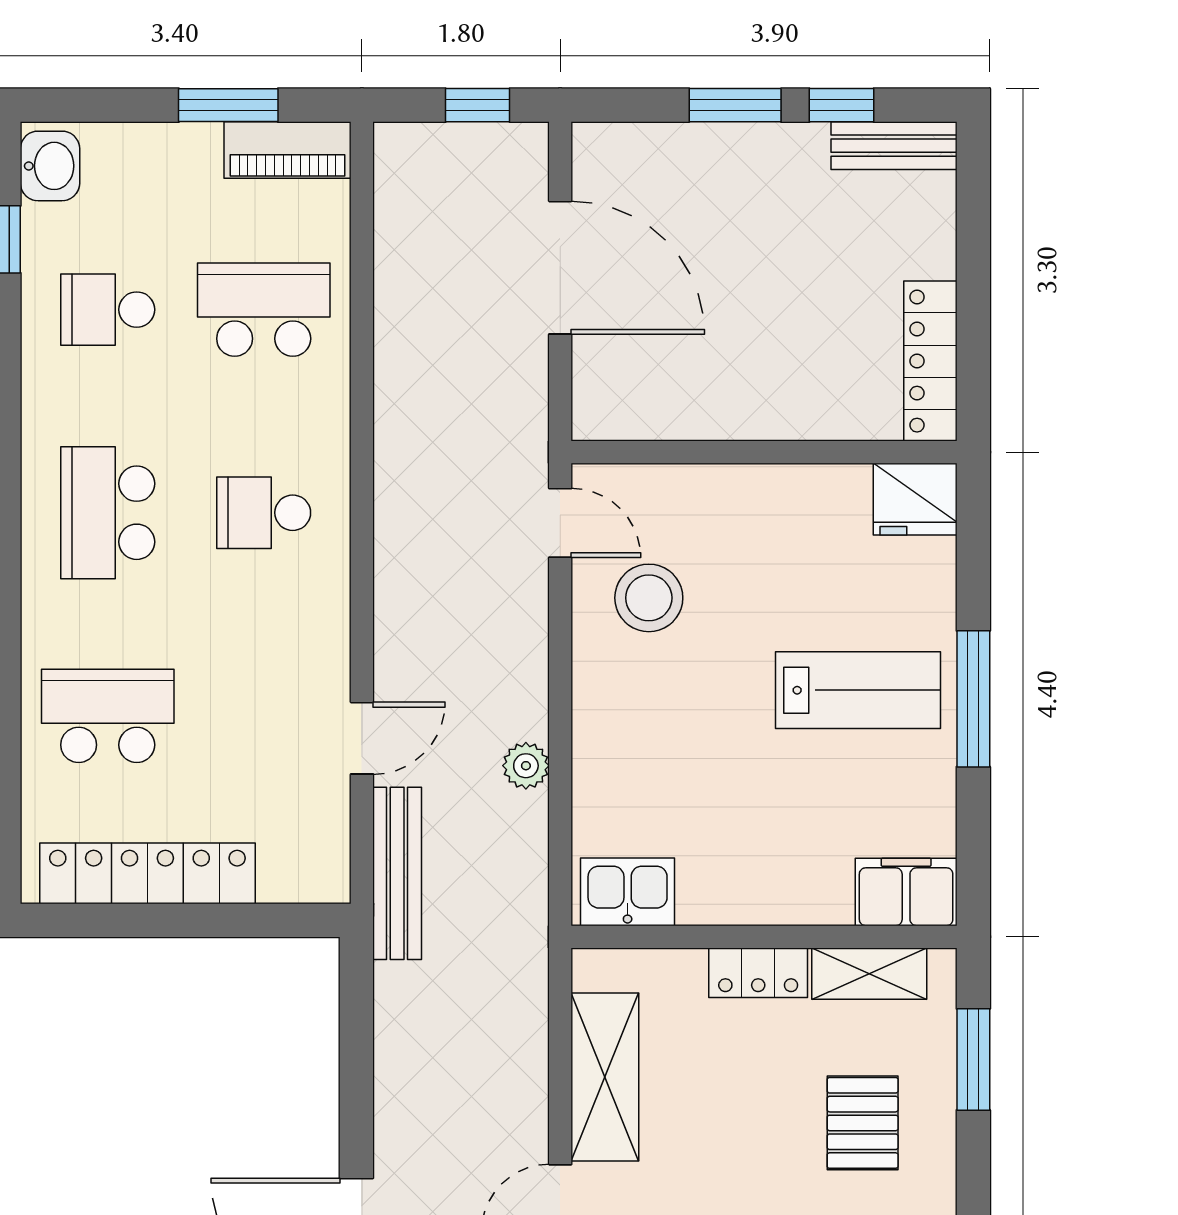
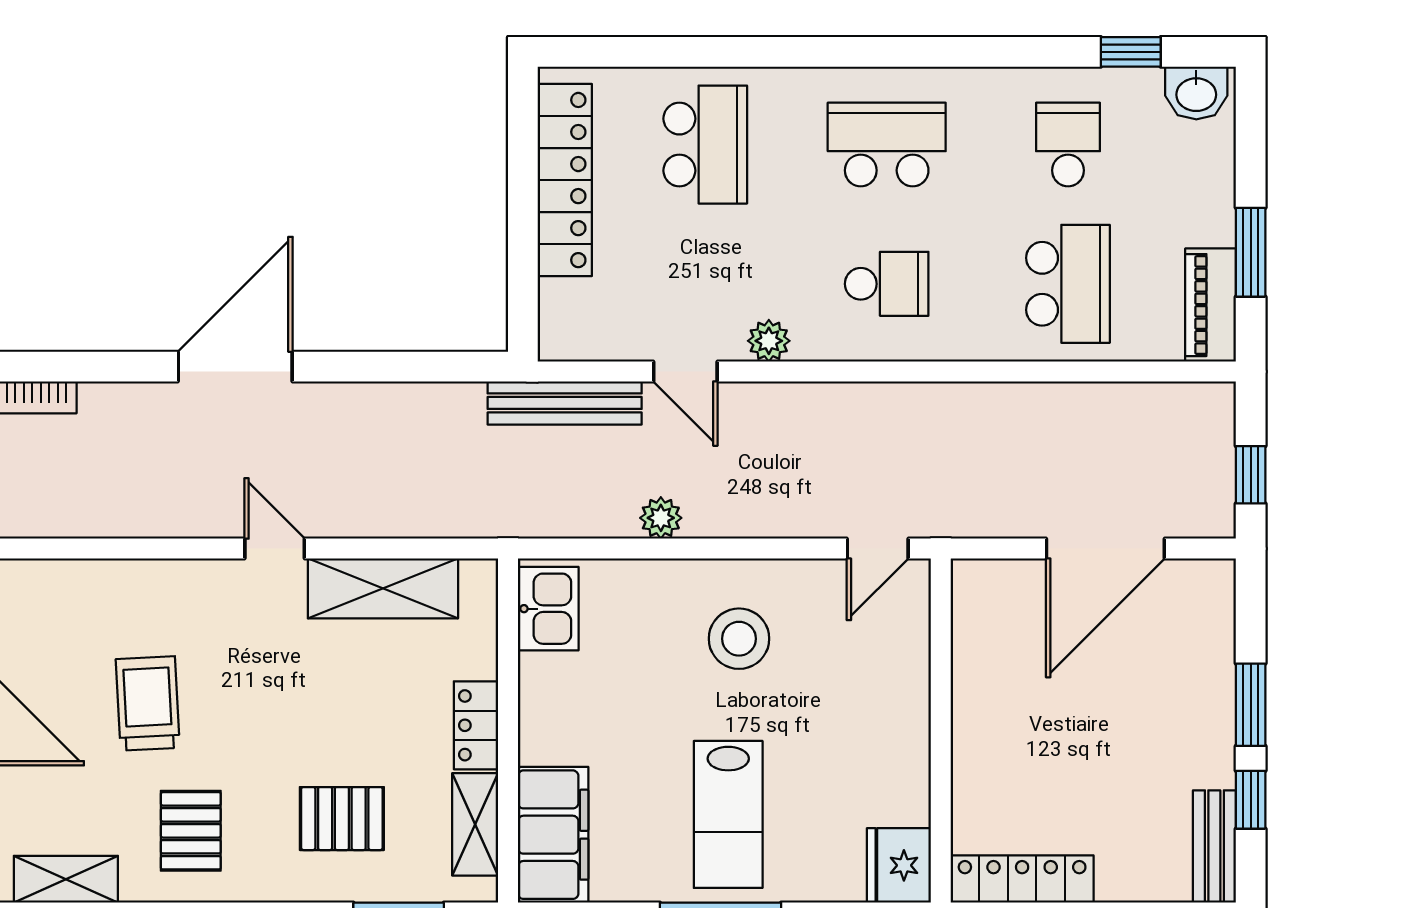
school desk: (264, 513) -> (887, 284), turned 90
stool: (649, 598) -> (739, 639), moved
plant: (327, 645) -> (769, 341), added
filing cabinet: (906, 892) -> (553, 835), width x1.50, depth x1.17

